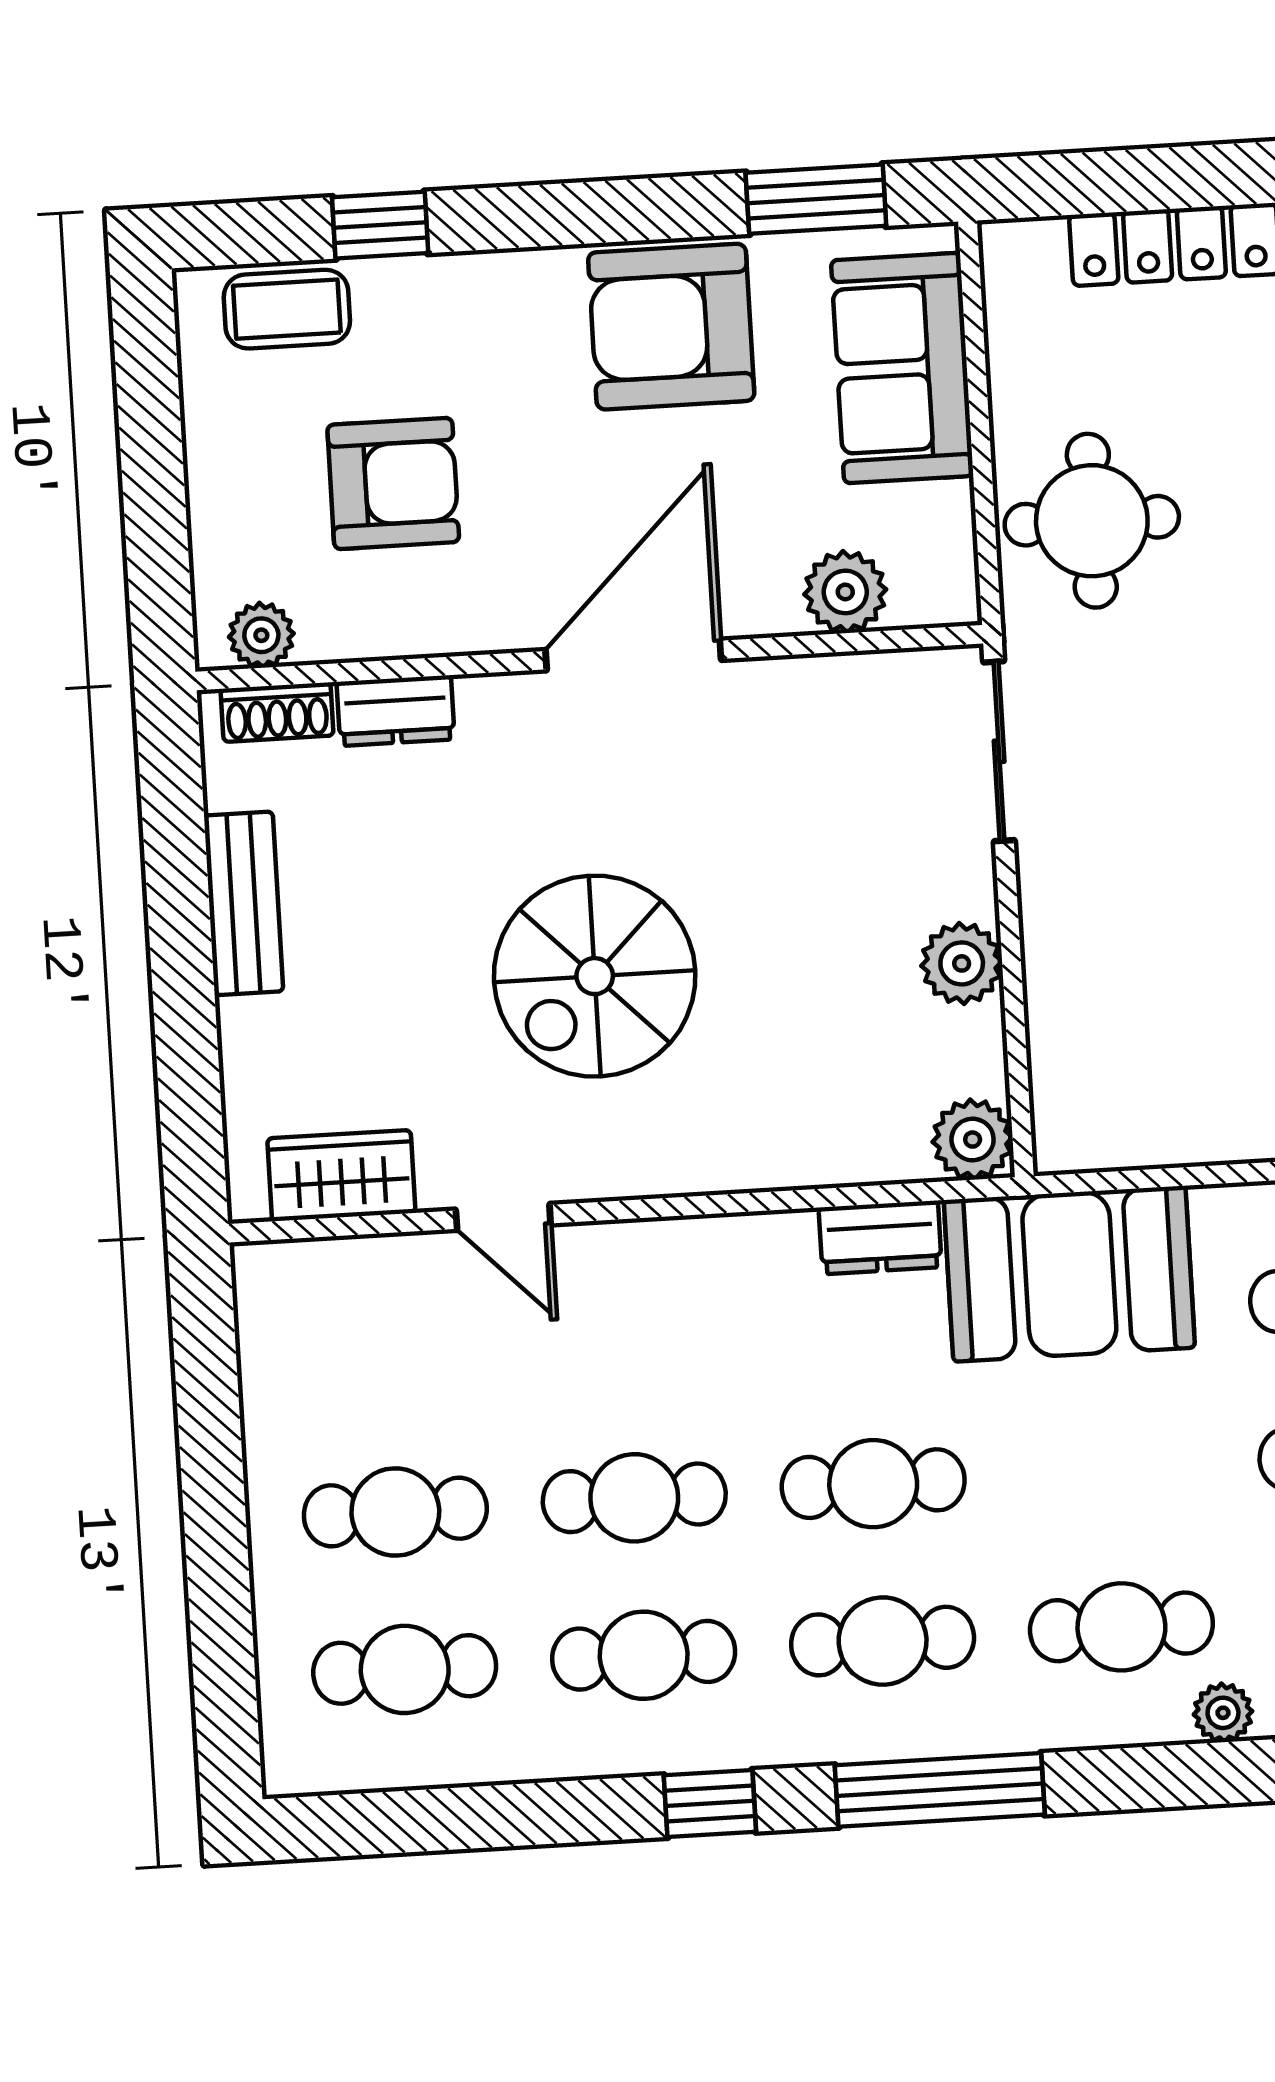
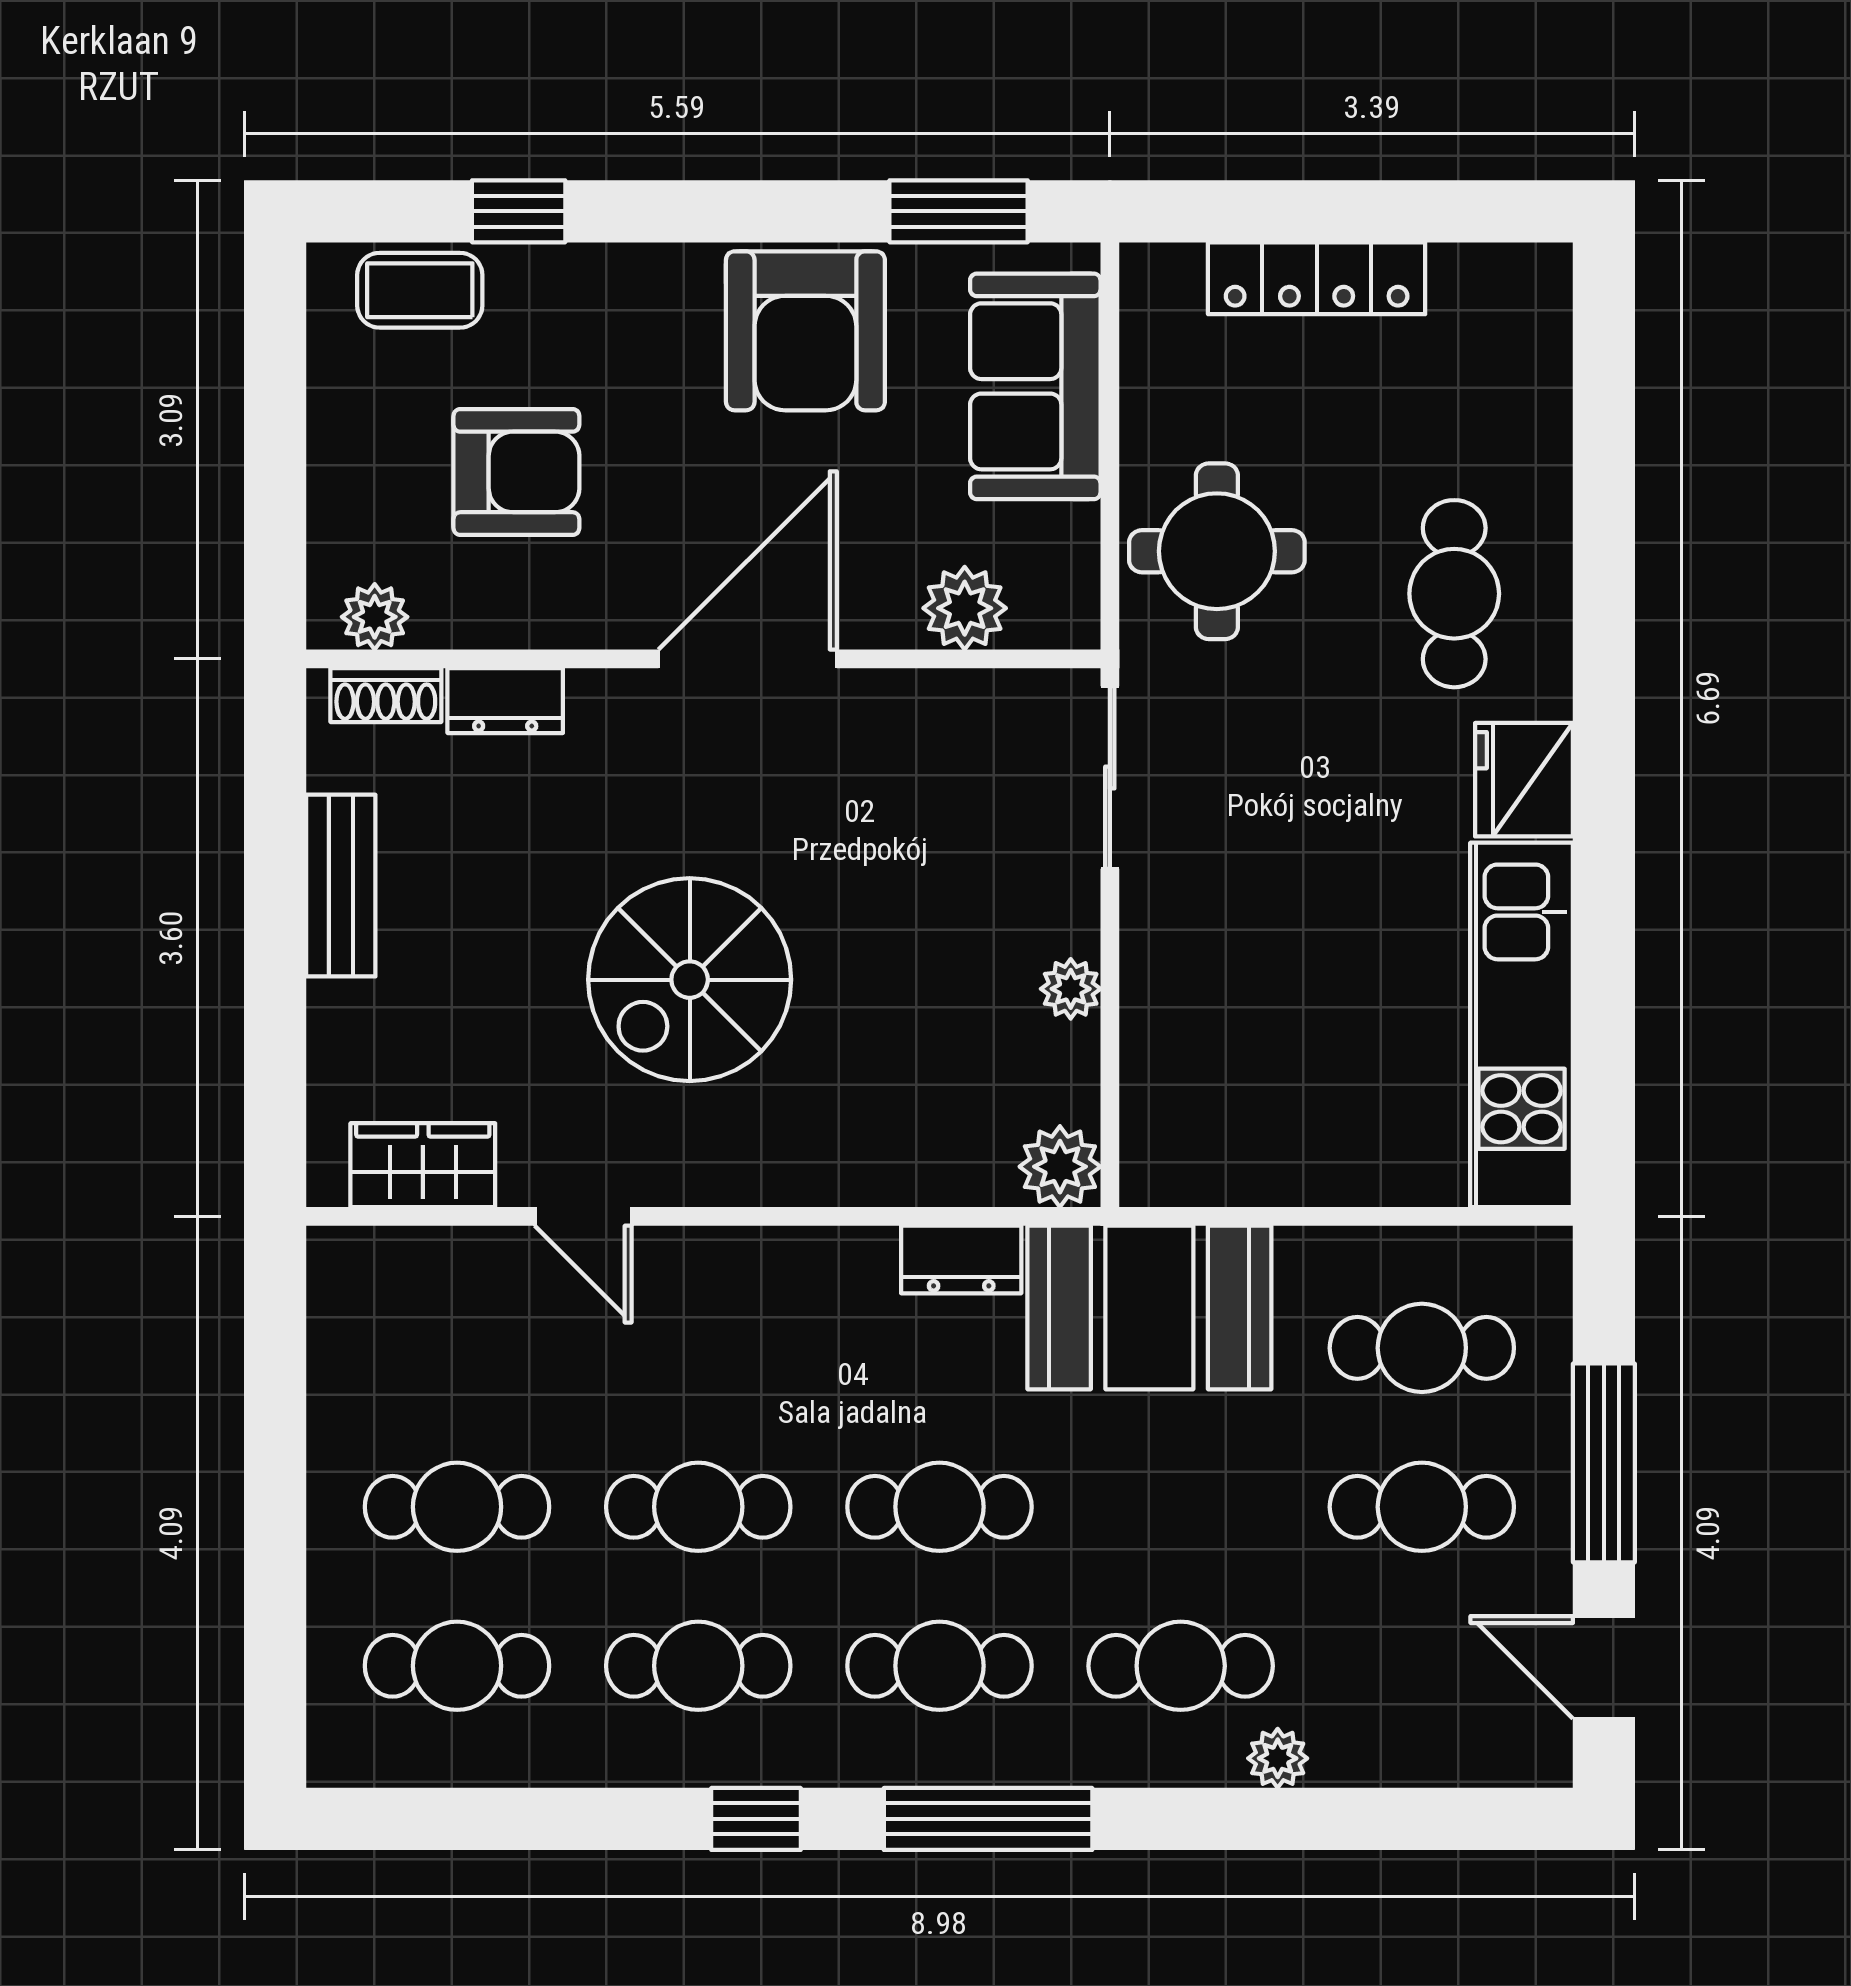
armchair: (671, 327) -> (805, 331), turned -90
plant: (962, 963) -> (1071, 989), width x0.73, depth x0.73

